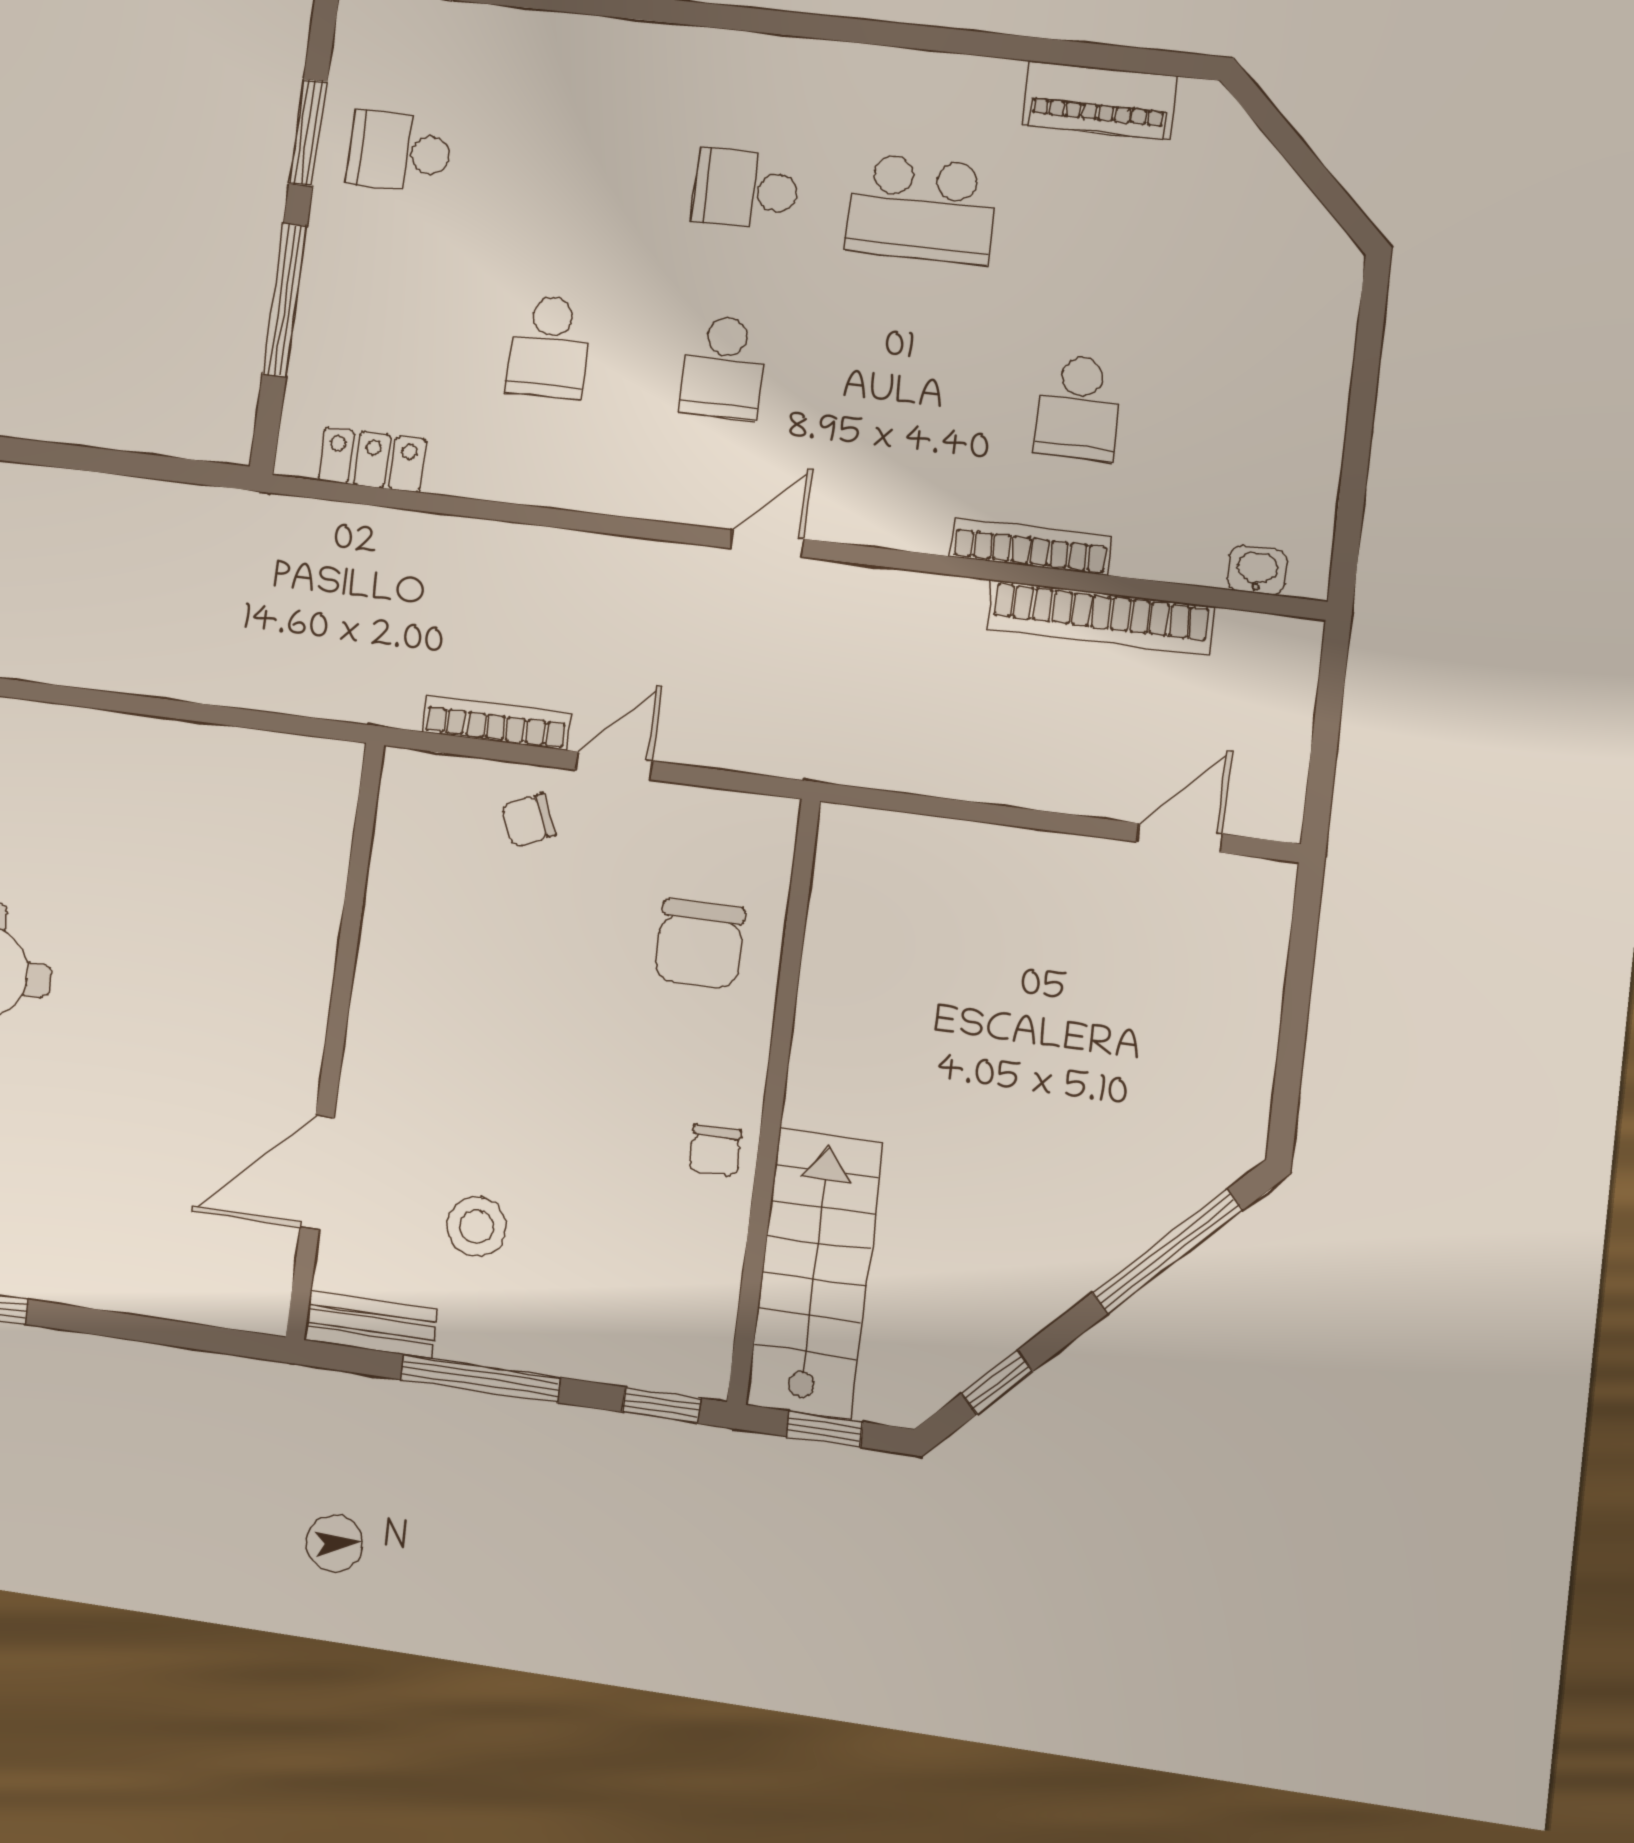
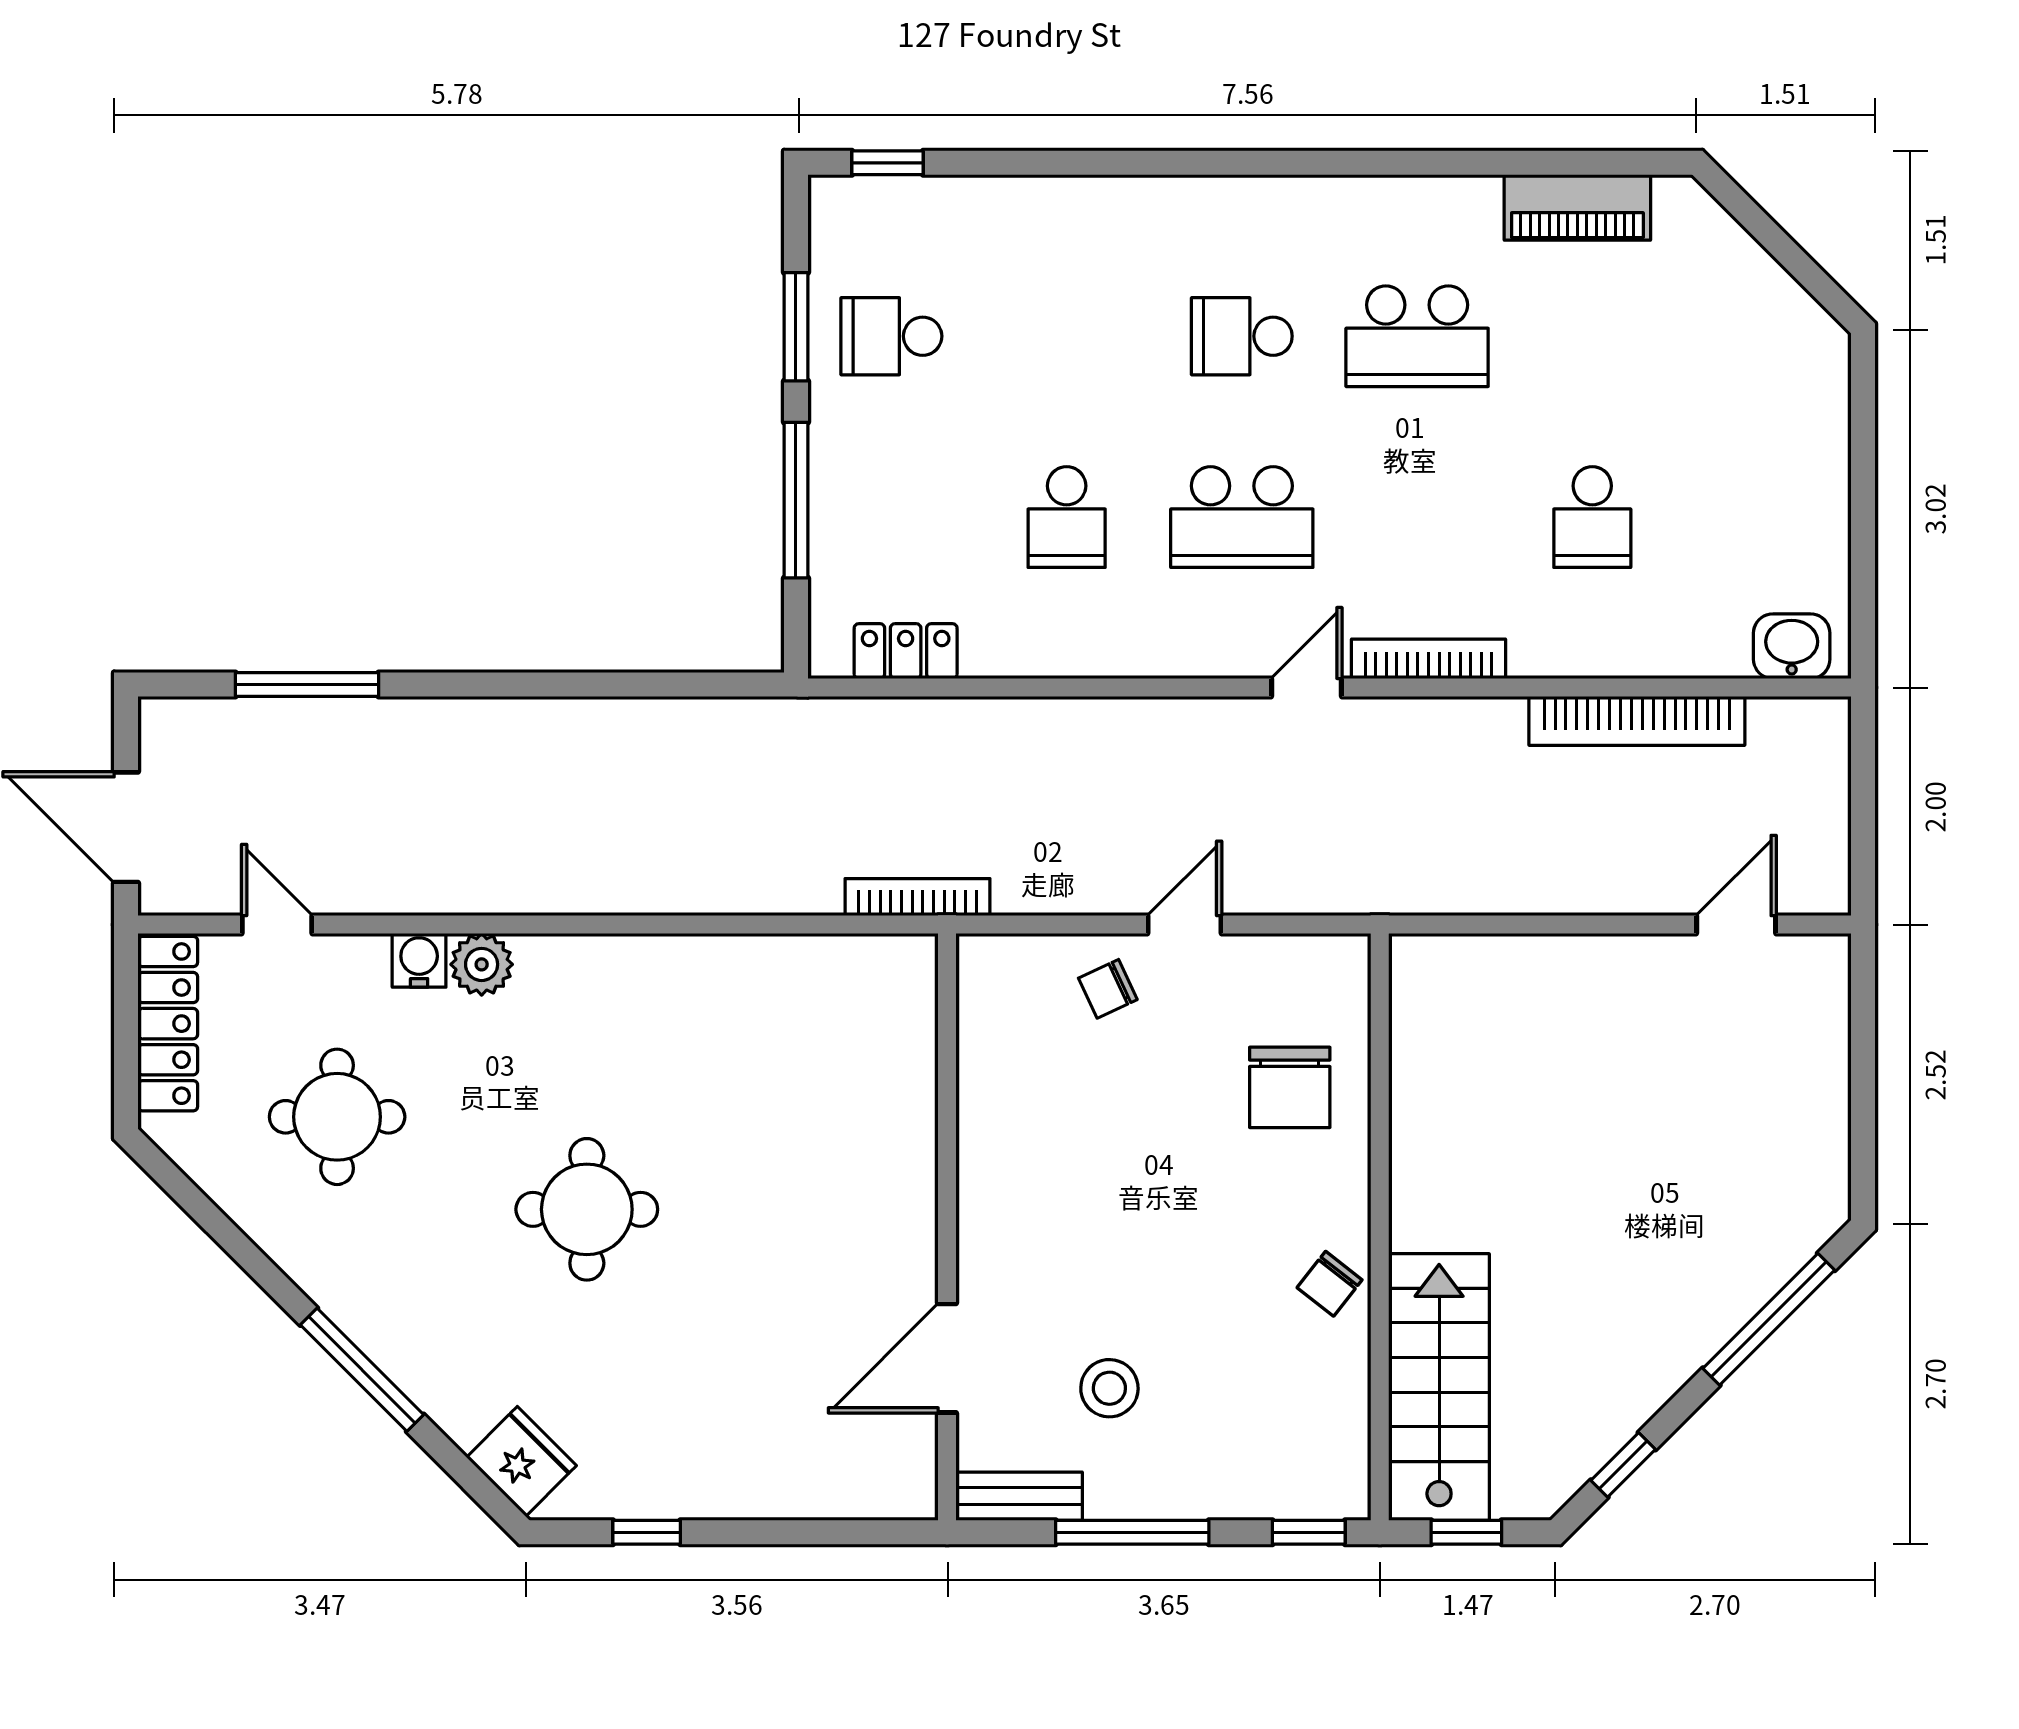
school desk: (723, 367) -> (1242, 517), width x1.85
bookcase: (1031, 546) -> (1429, 659), moved
washbasin: (1257, 570) -> (1792, 646), width x1.38, depth x1.45
bookcase: (496, 723) -> (918, 897), moved
chair: (715, 1151) -> (1330, 1284), turned 38

